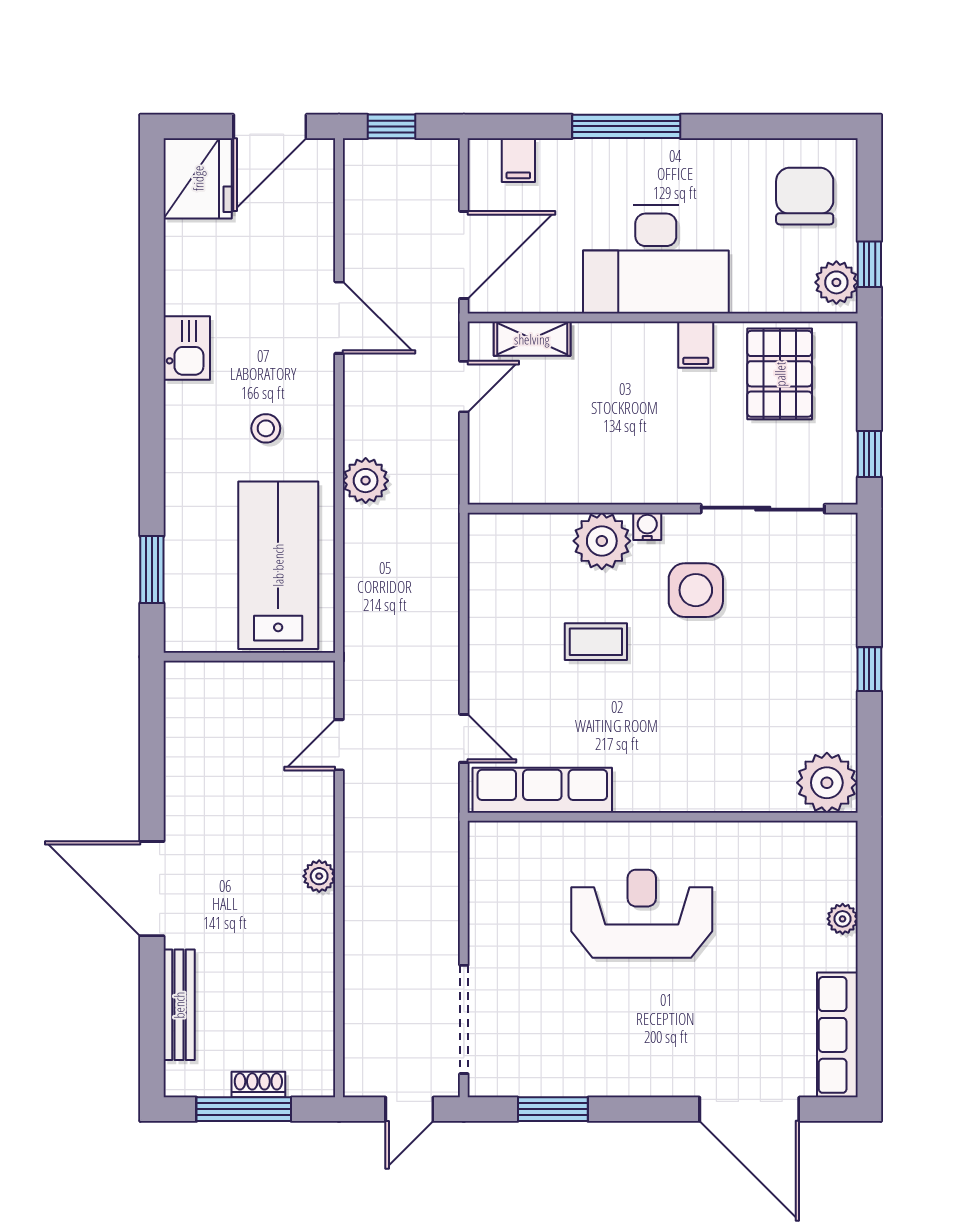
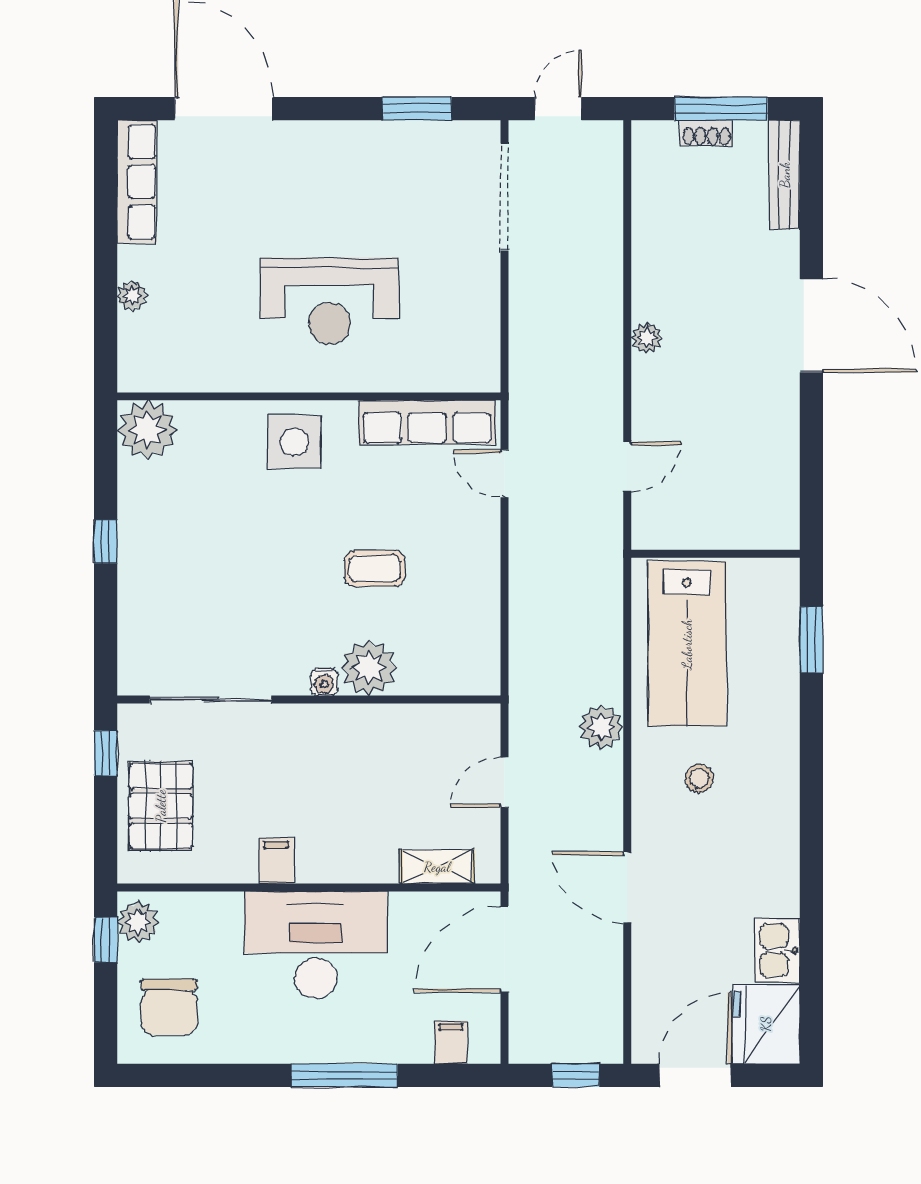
kitchen sink: (187, 348) -> (777, 950), moved
pallet: (780, 374) -> (161, 806), moved
door: (464, 387) -> (504, 782), moved
side table: (696, 590) -> (294, 442), moved
bench: (179, 1005) -> (785, 175), moved

